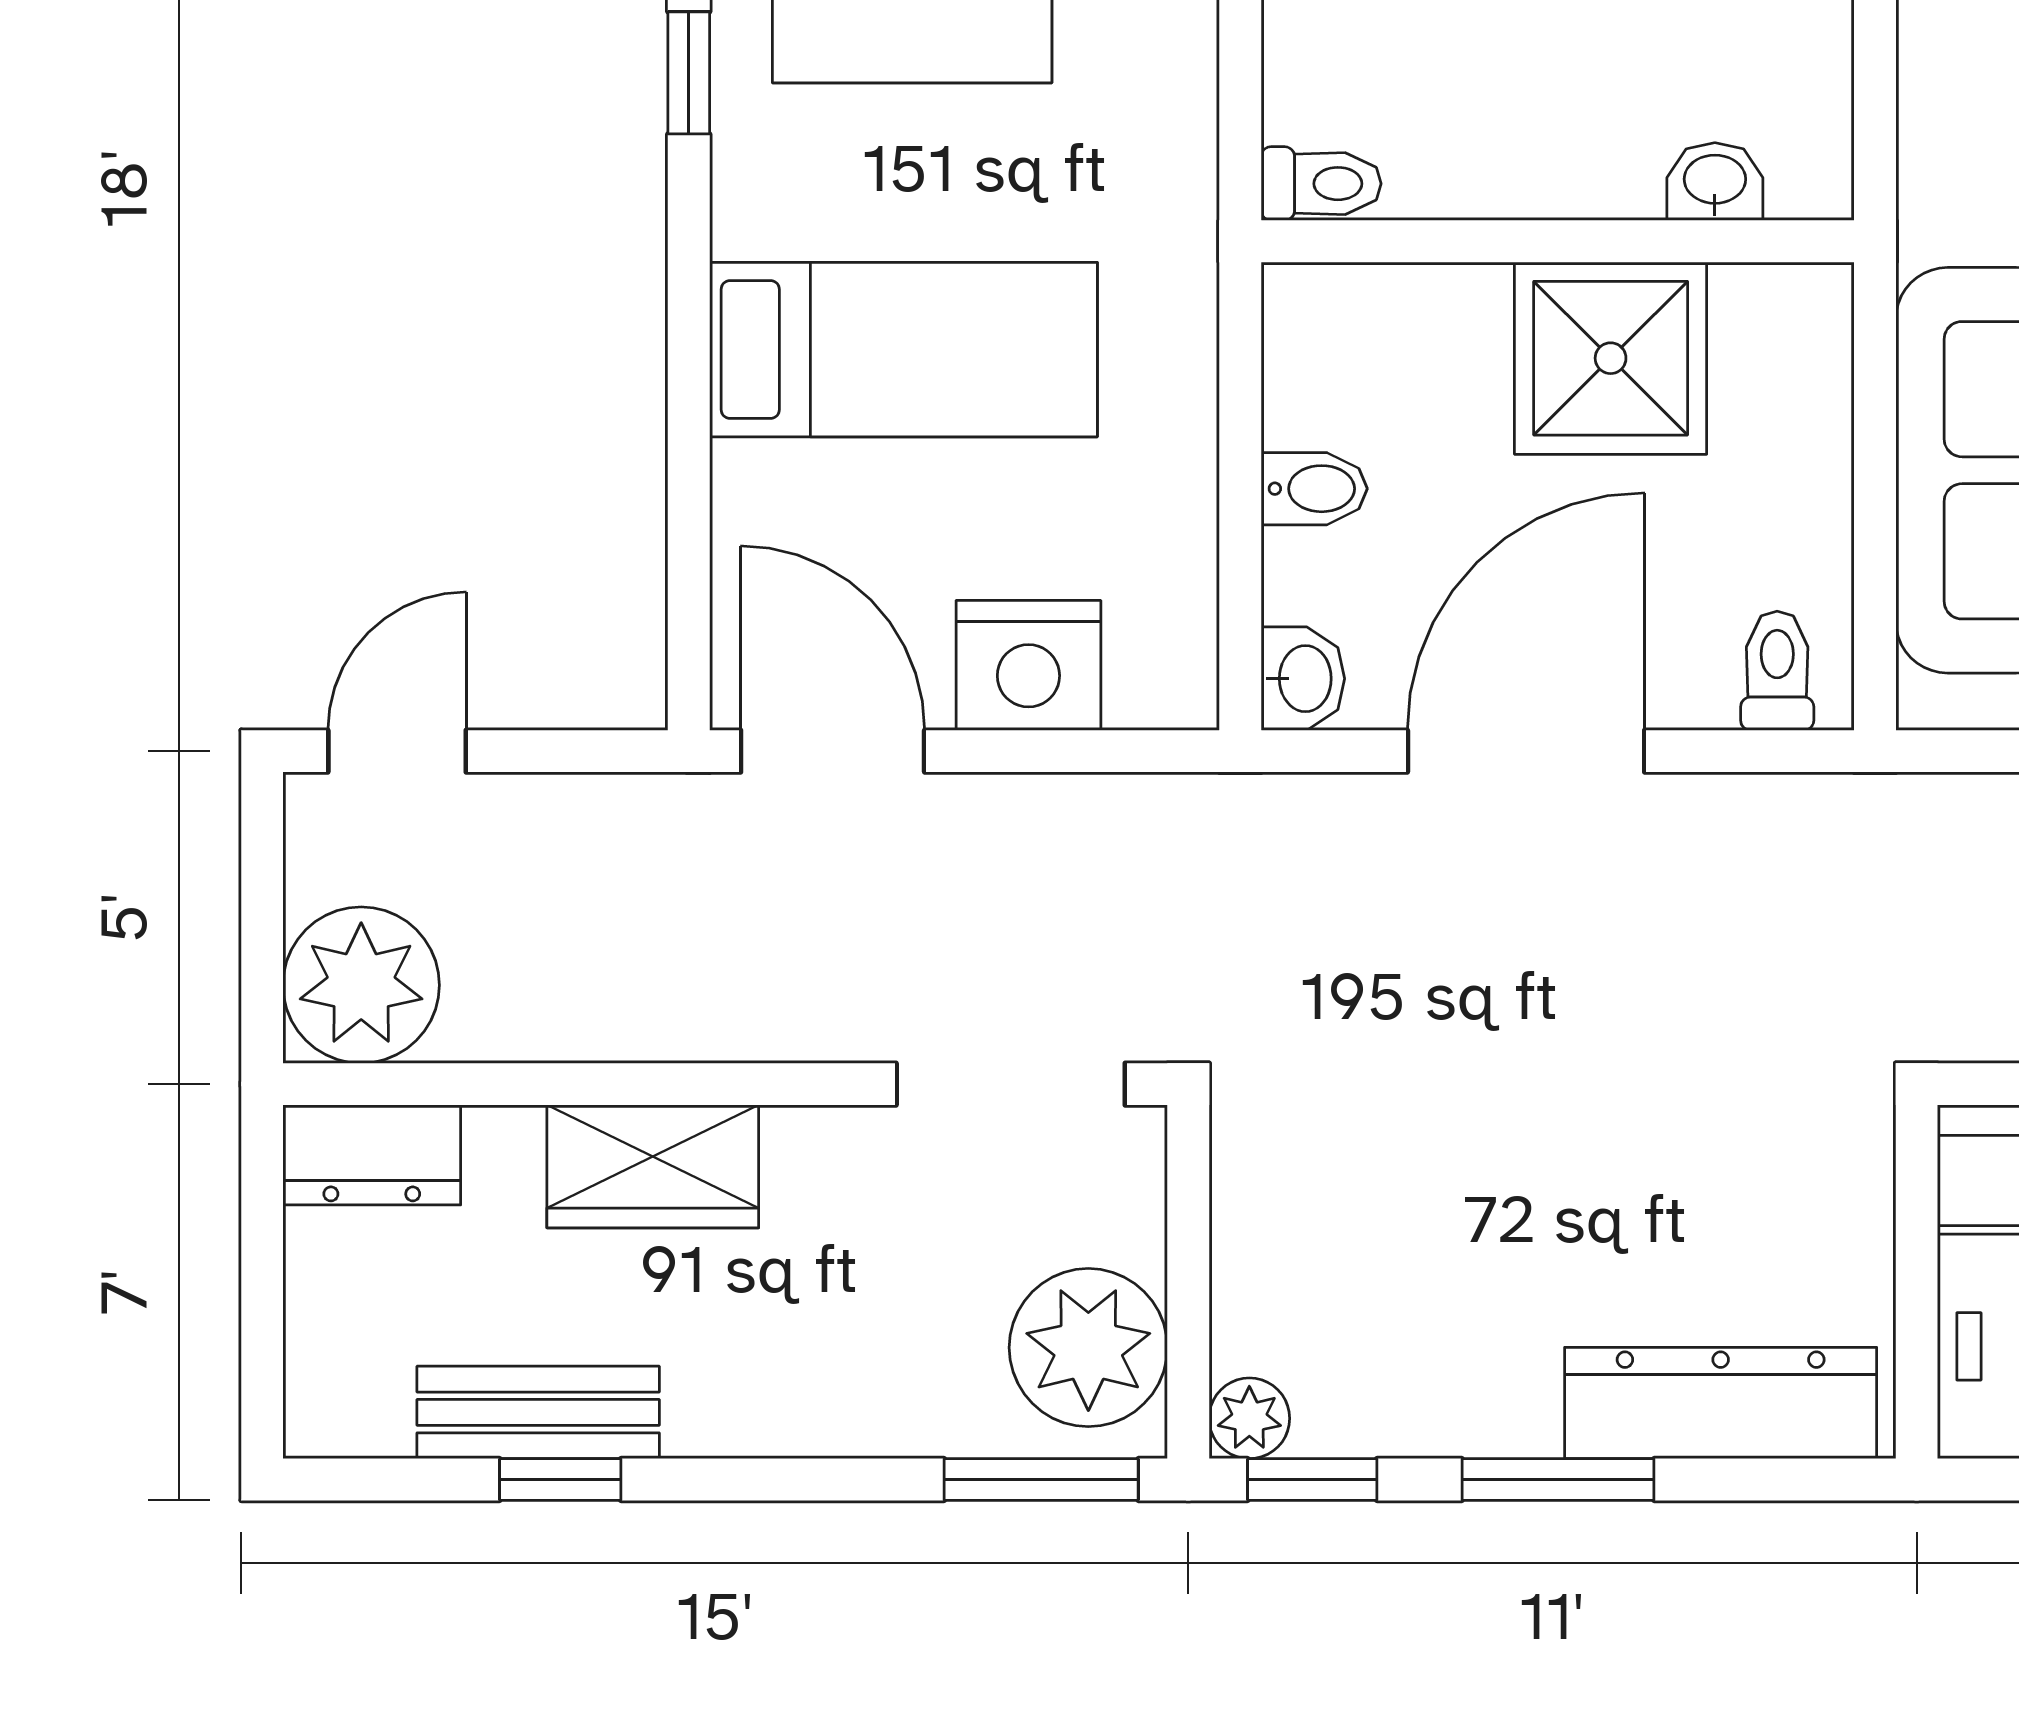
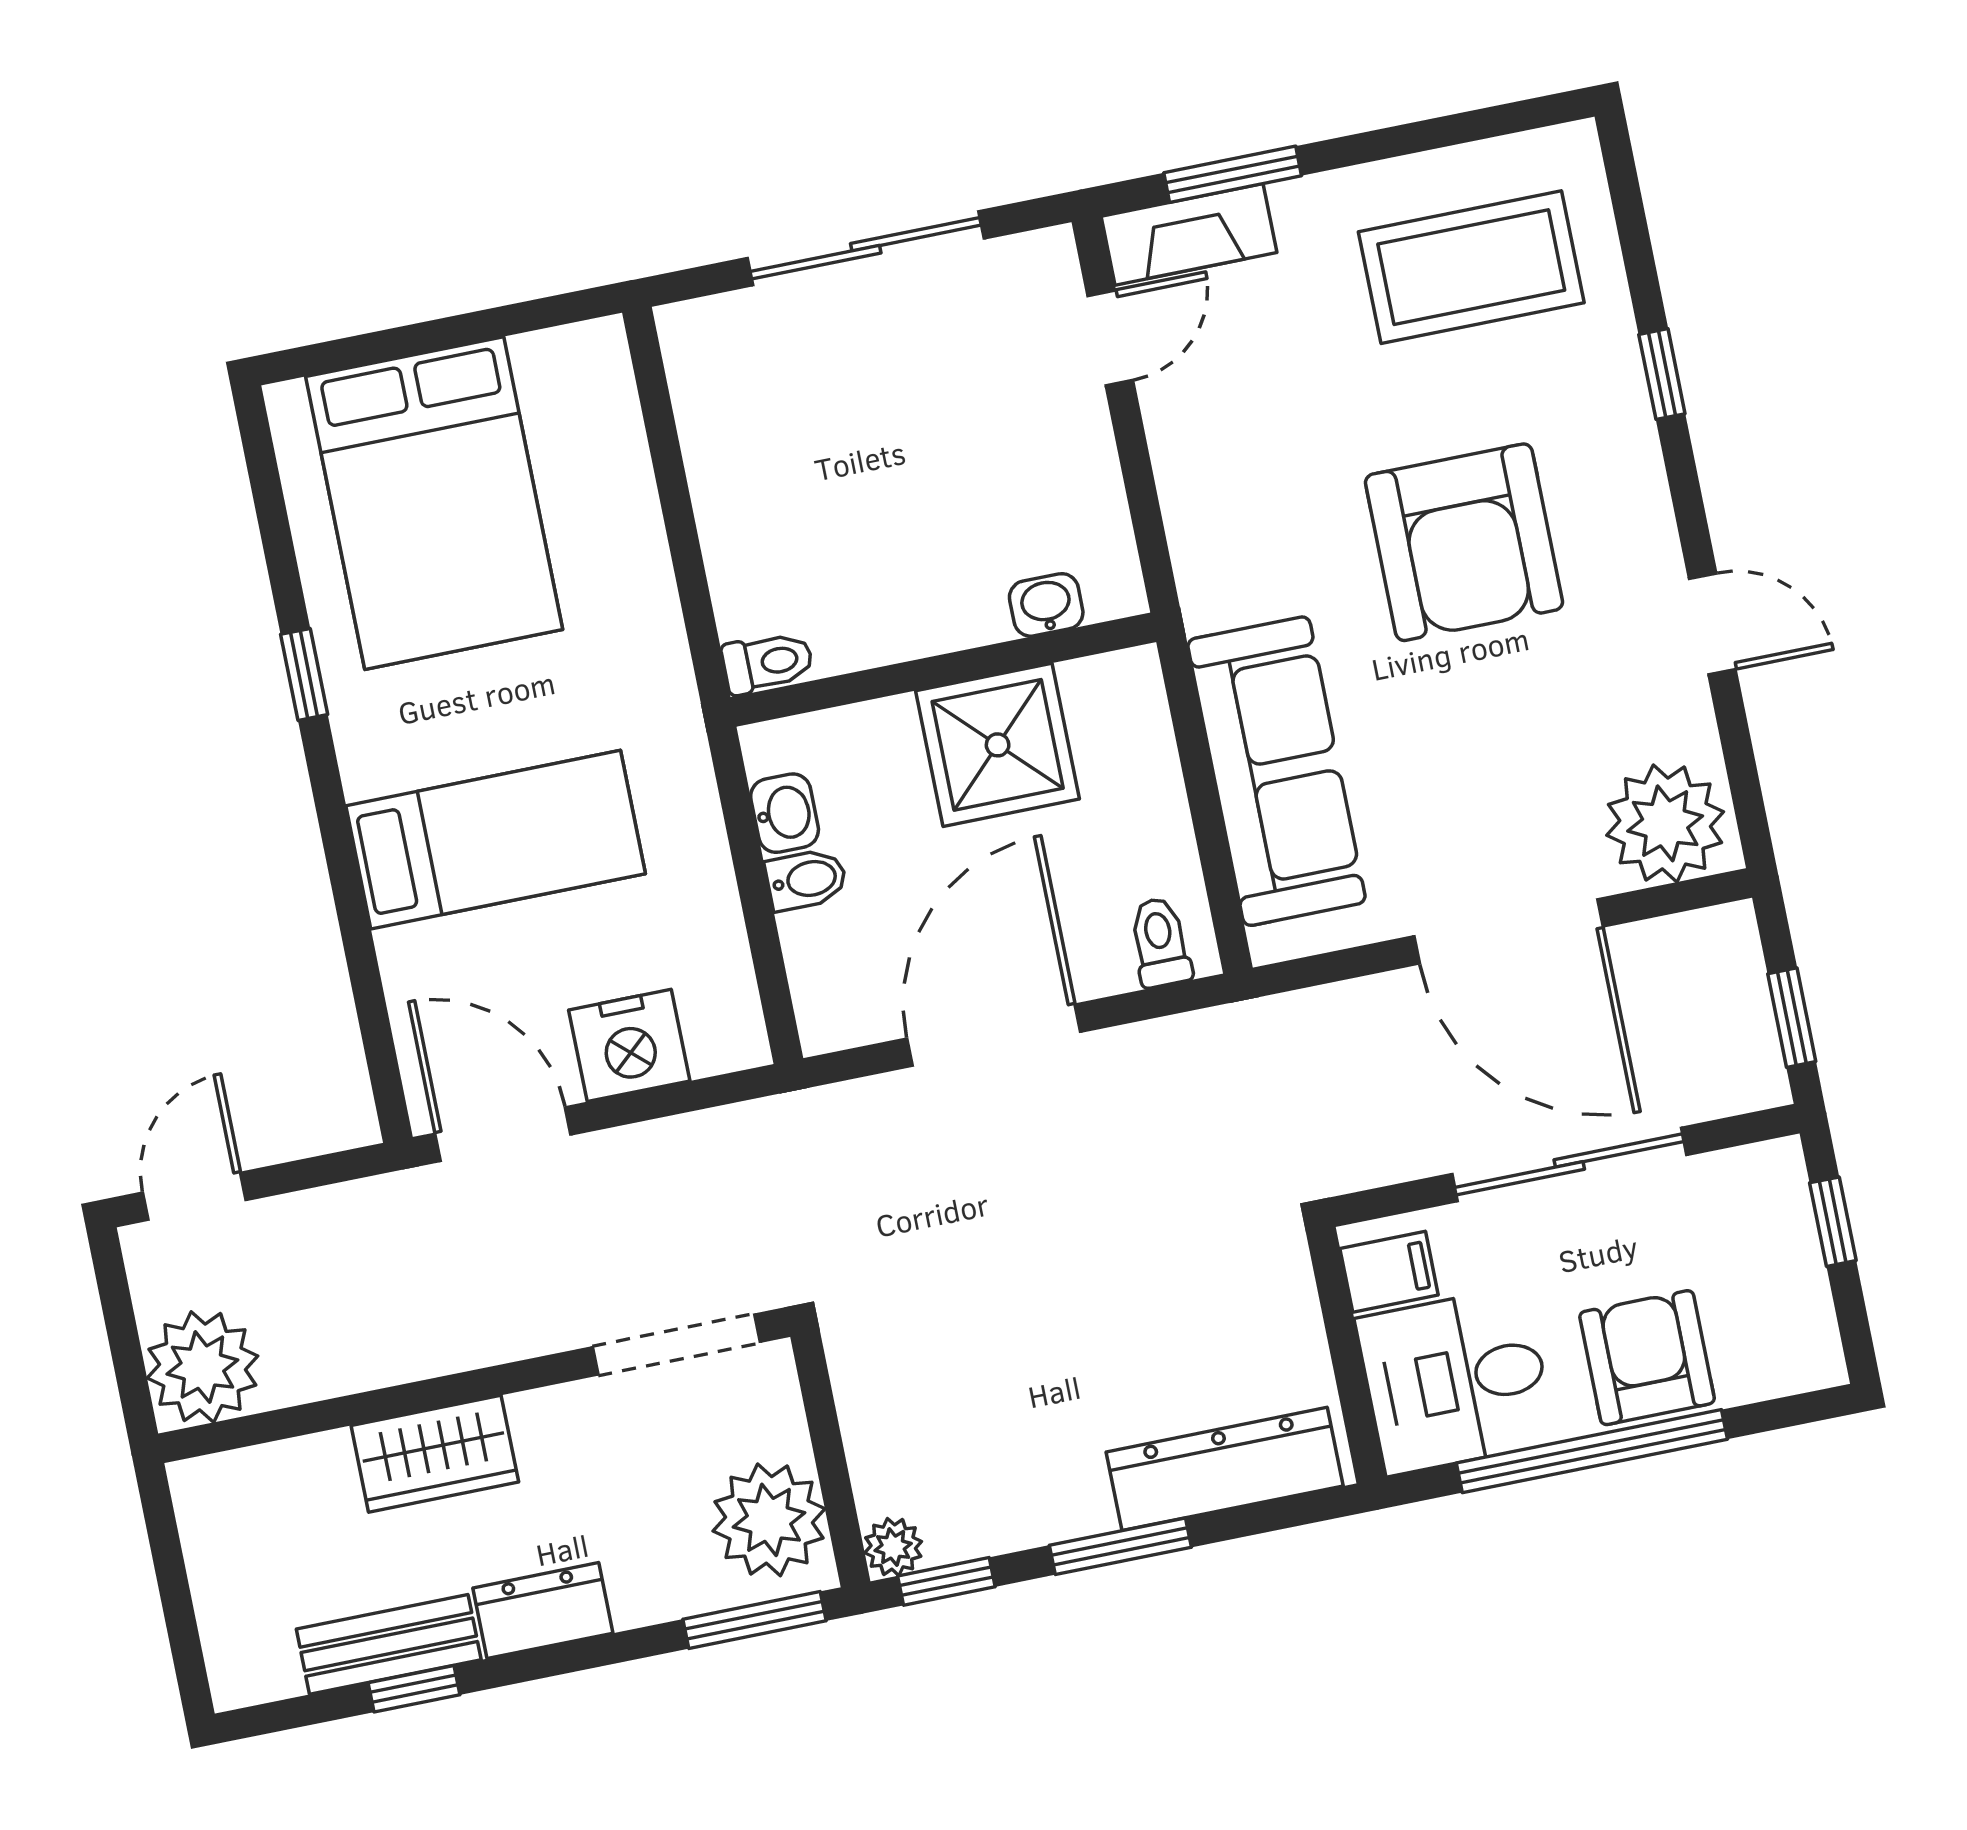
washbasin: (1303, 679) -> (785, 813), moved
dresser: (372, 1155) -> (543, 1611), moved, turned 180

